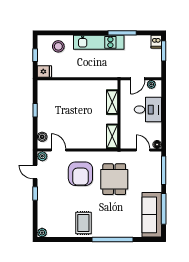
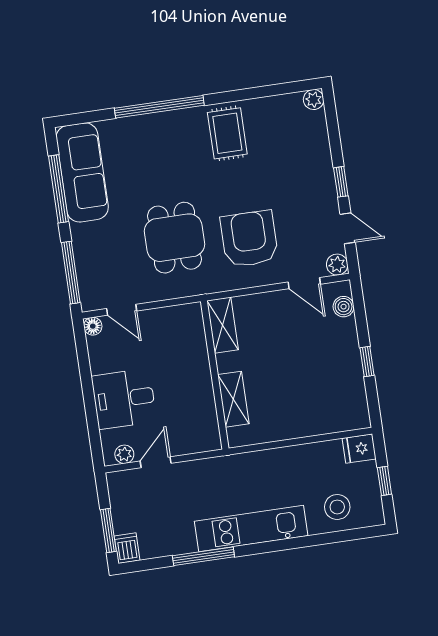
shelving: (112, 102) -> (233, 399), moved
wall: (119, 114) -> (215, 375), moved
shelving: (112, 136) -> (223, 325), moved

